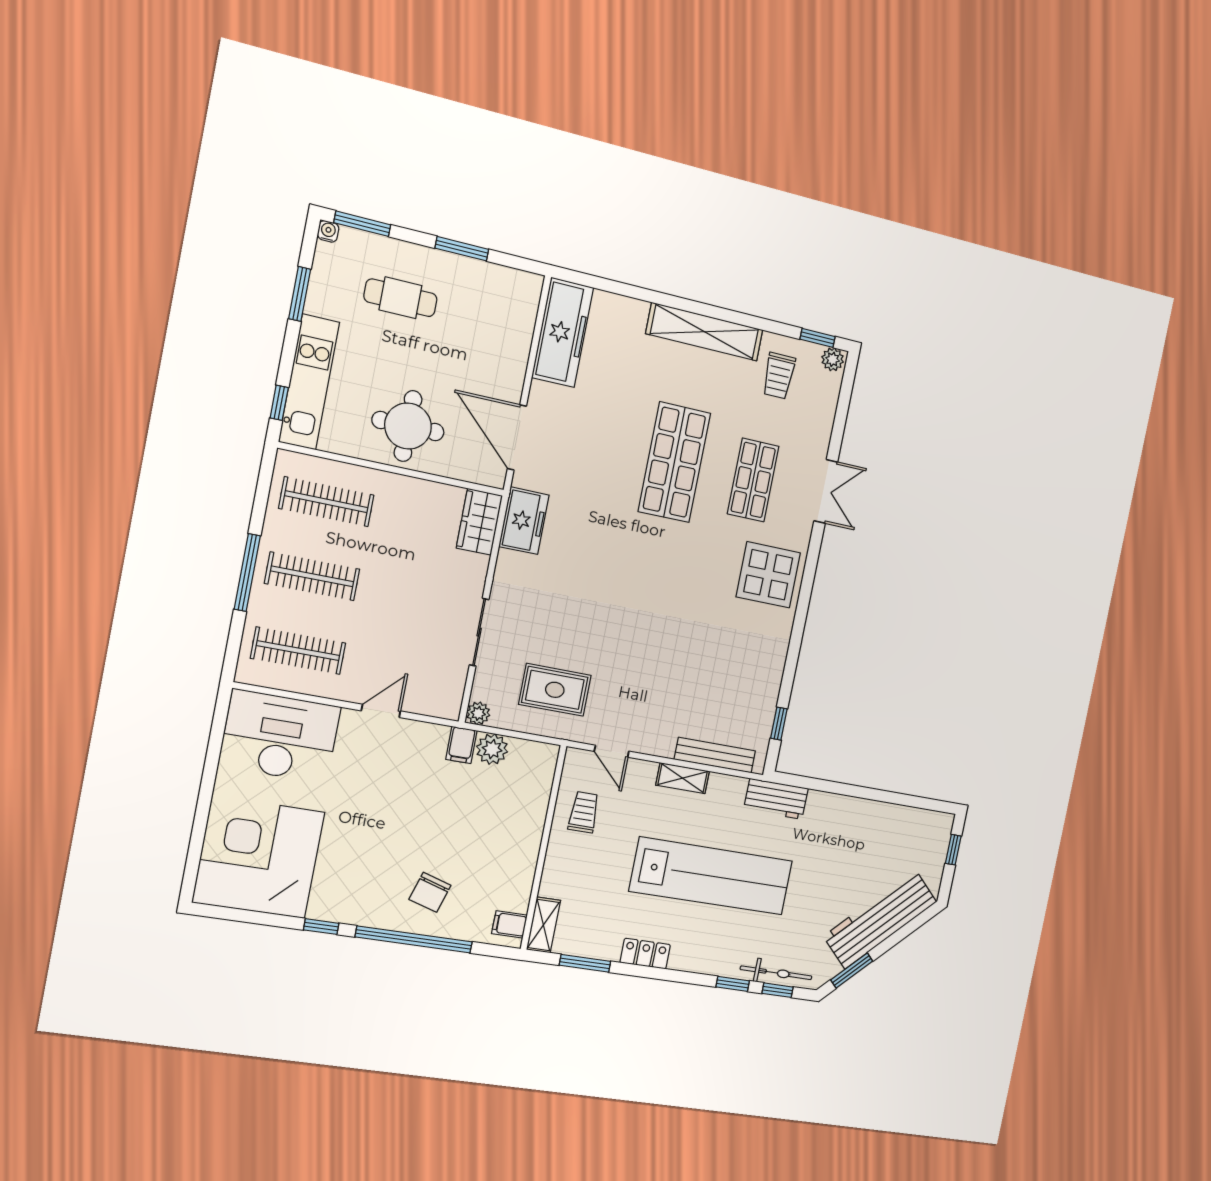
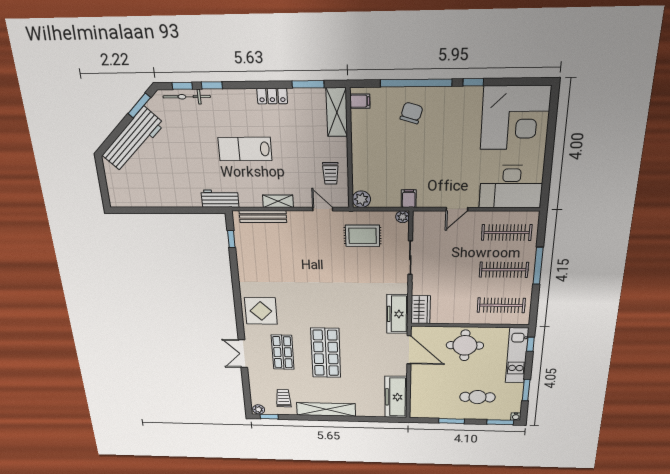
freezer: (524, 521) -> (397, 314), width x1.40
plant: (492, 749) -> (361, 199), moved
window: (953, 850) -> (104, 187), removed
lab bench: (711, 876) -> (245, 149), width x0.54, depth x0.72
shelving: (543, 925) -> (337, 112), width x1.50, depth x1.33

